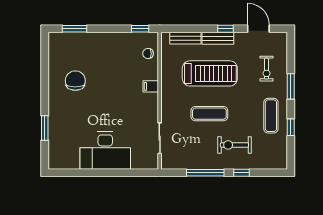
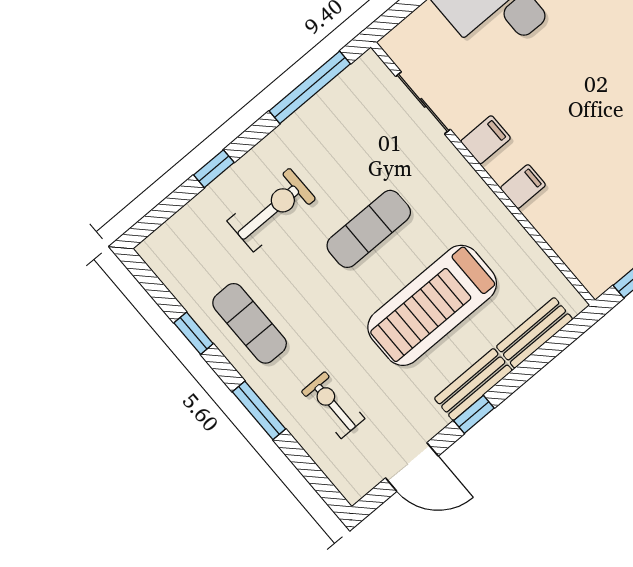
chair: (148, 54) -> (580, 244), removed
filing cabinet: (150, 111) -> (486, 140), added
window: (205, 173) -> (310, 87), moved

